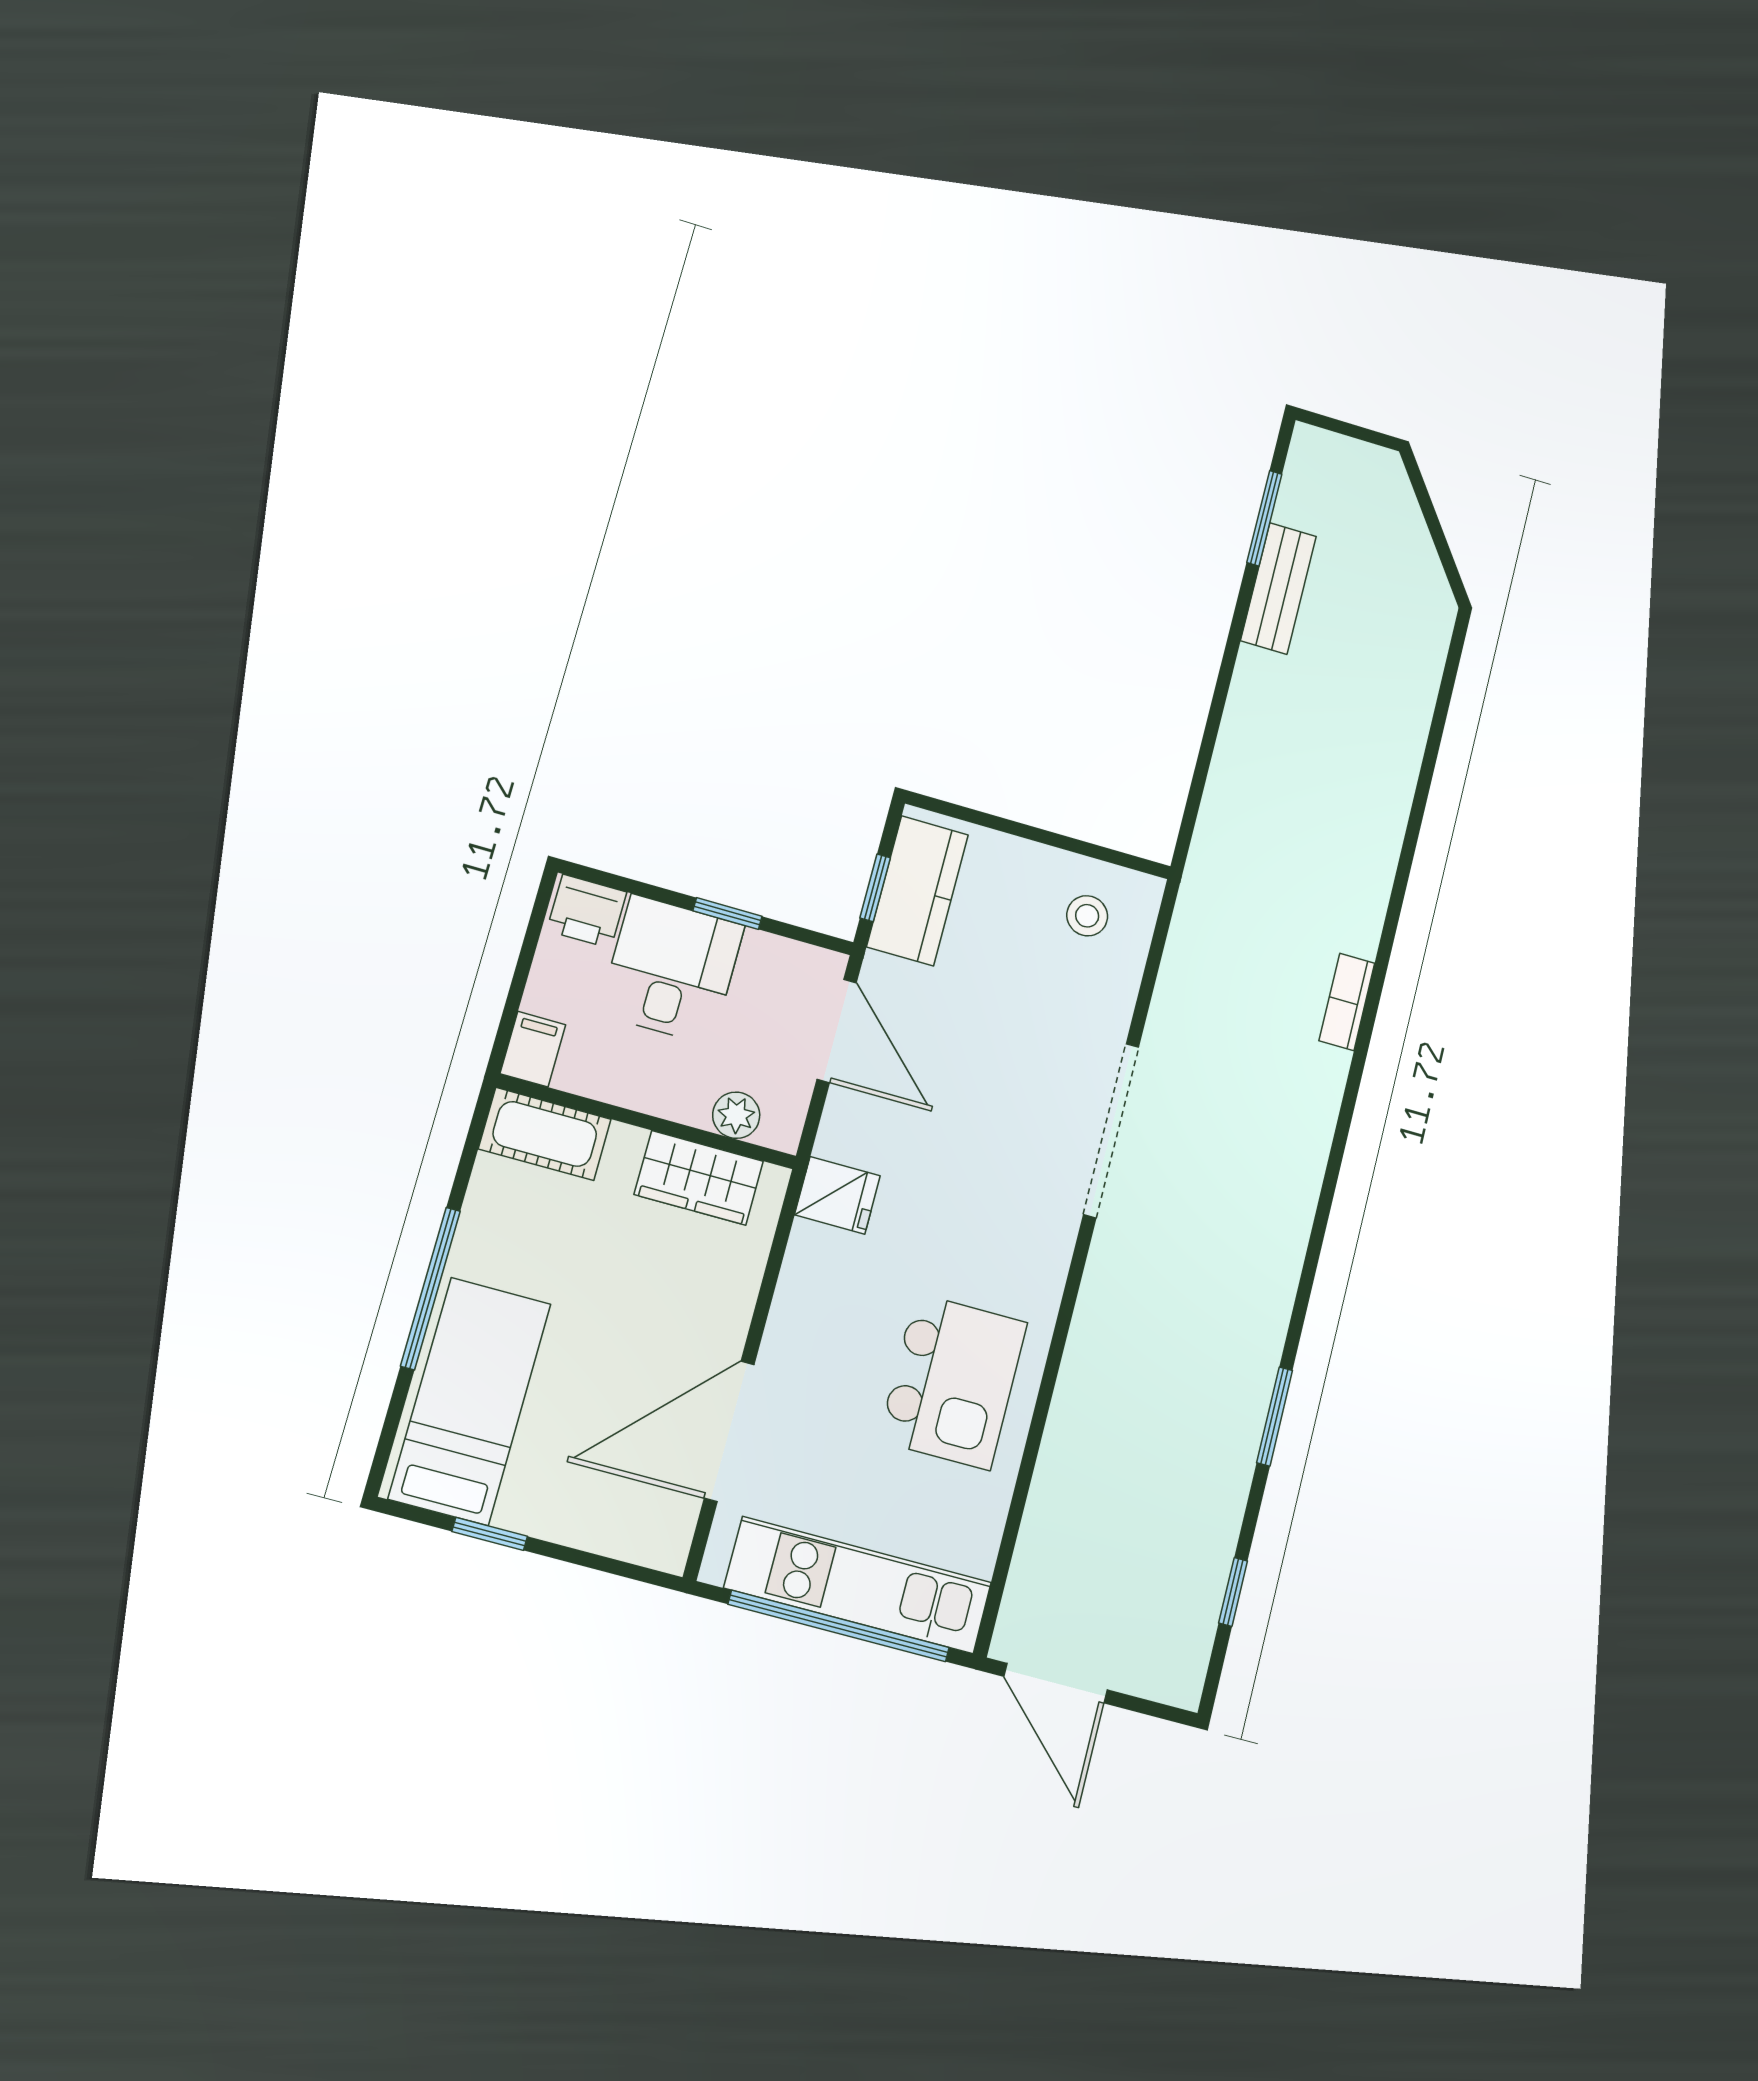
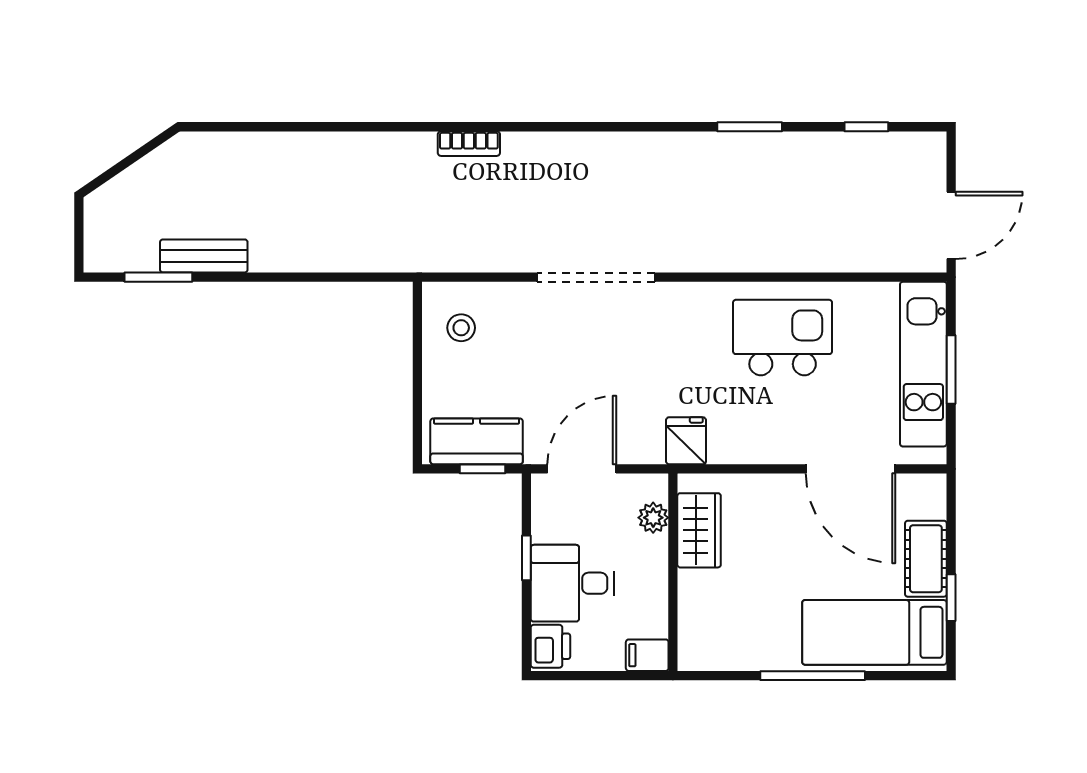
cot: (545, 1134) -> (926, 559), moved
window: (839, 1626) -> (951, 370), width x0.47

